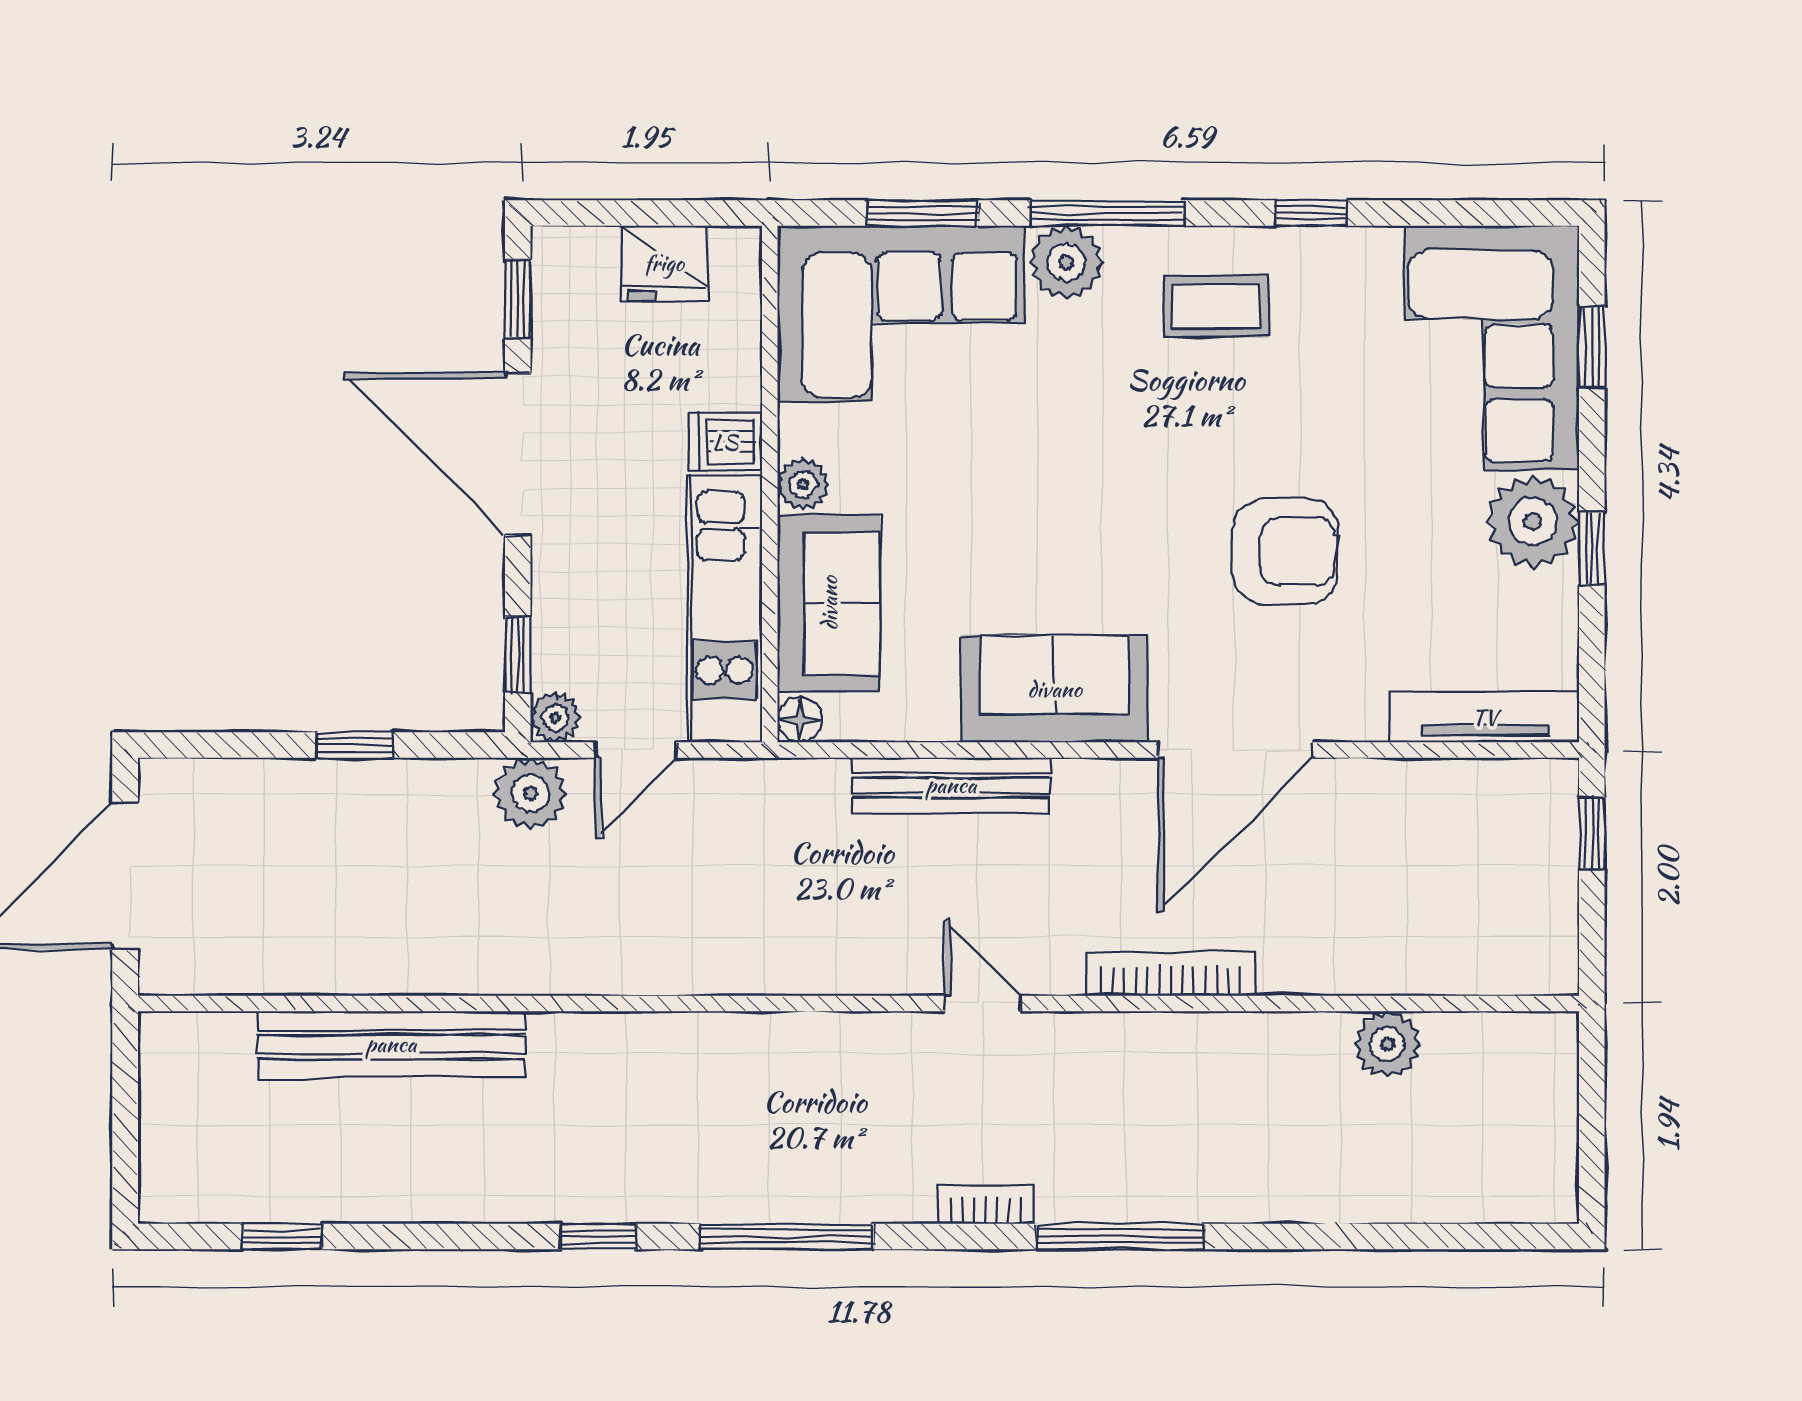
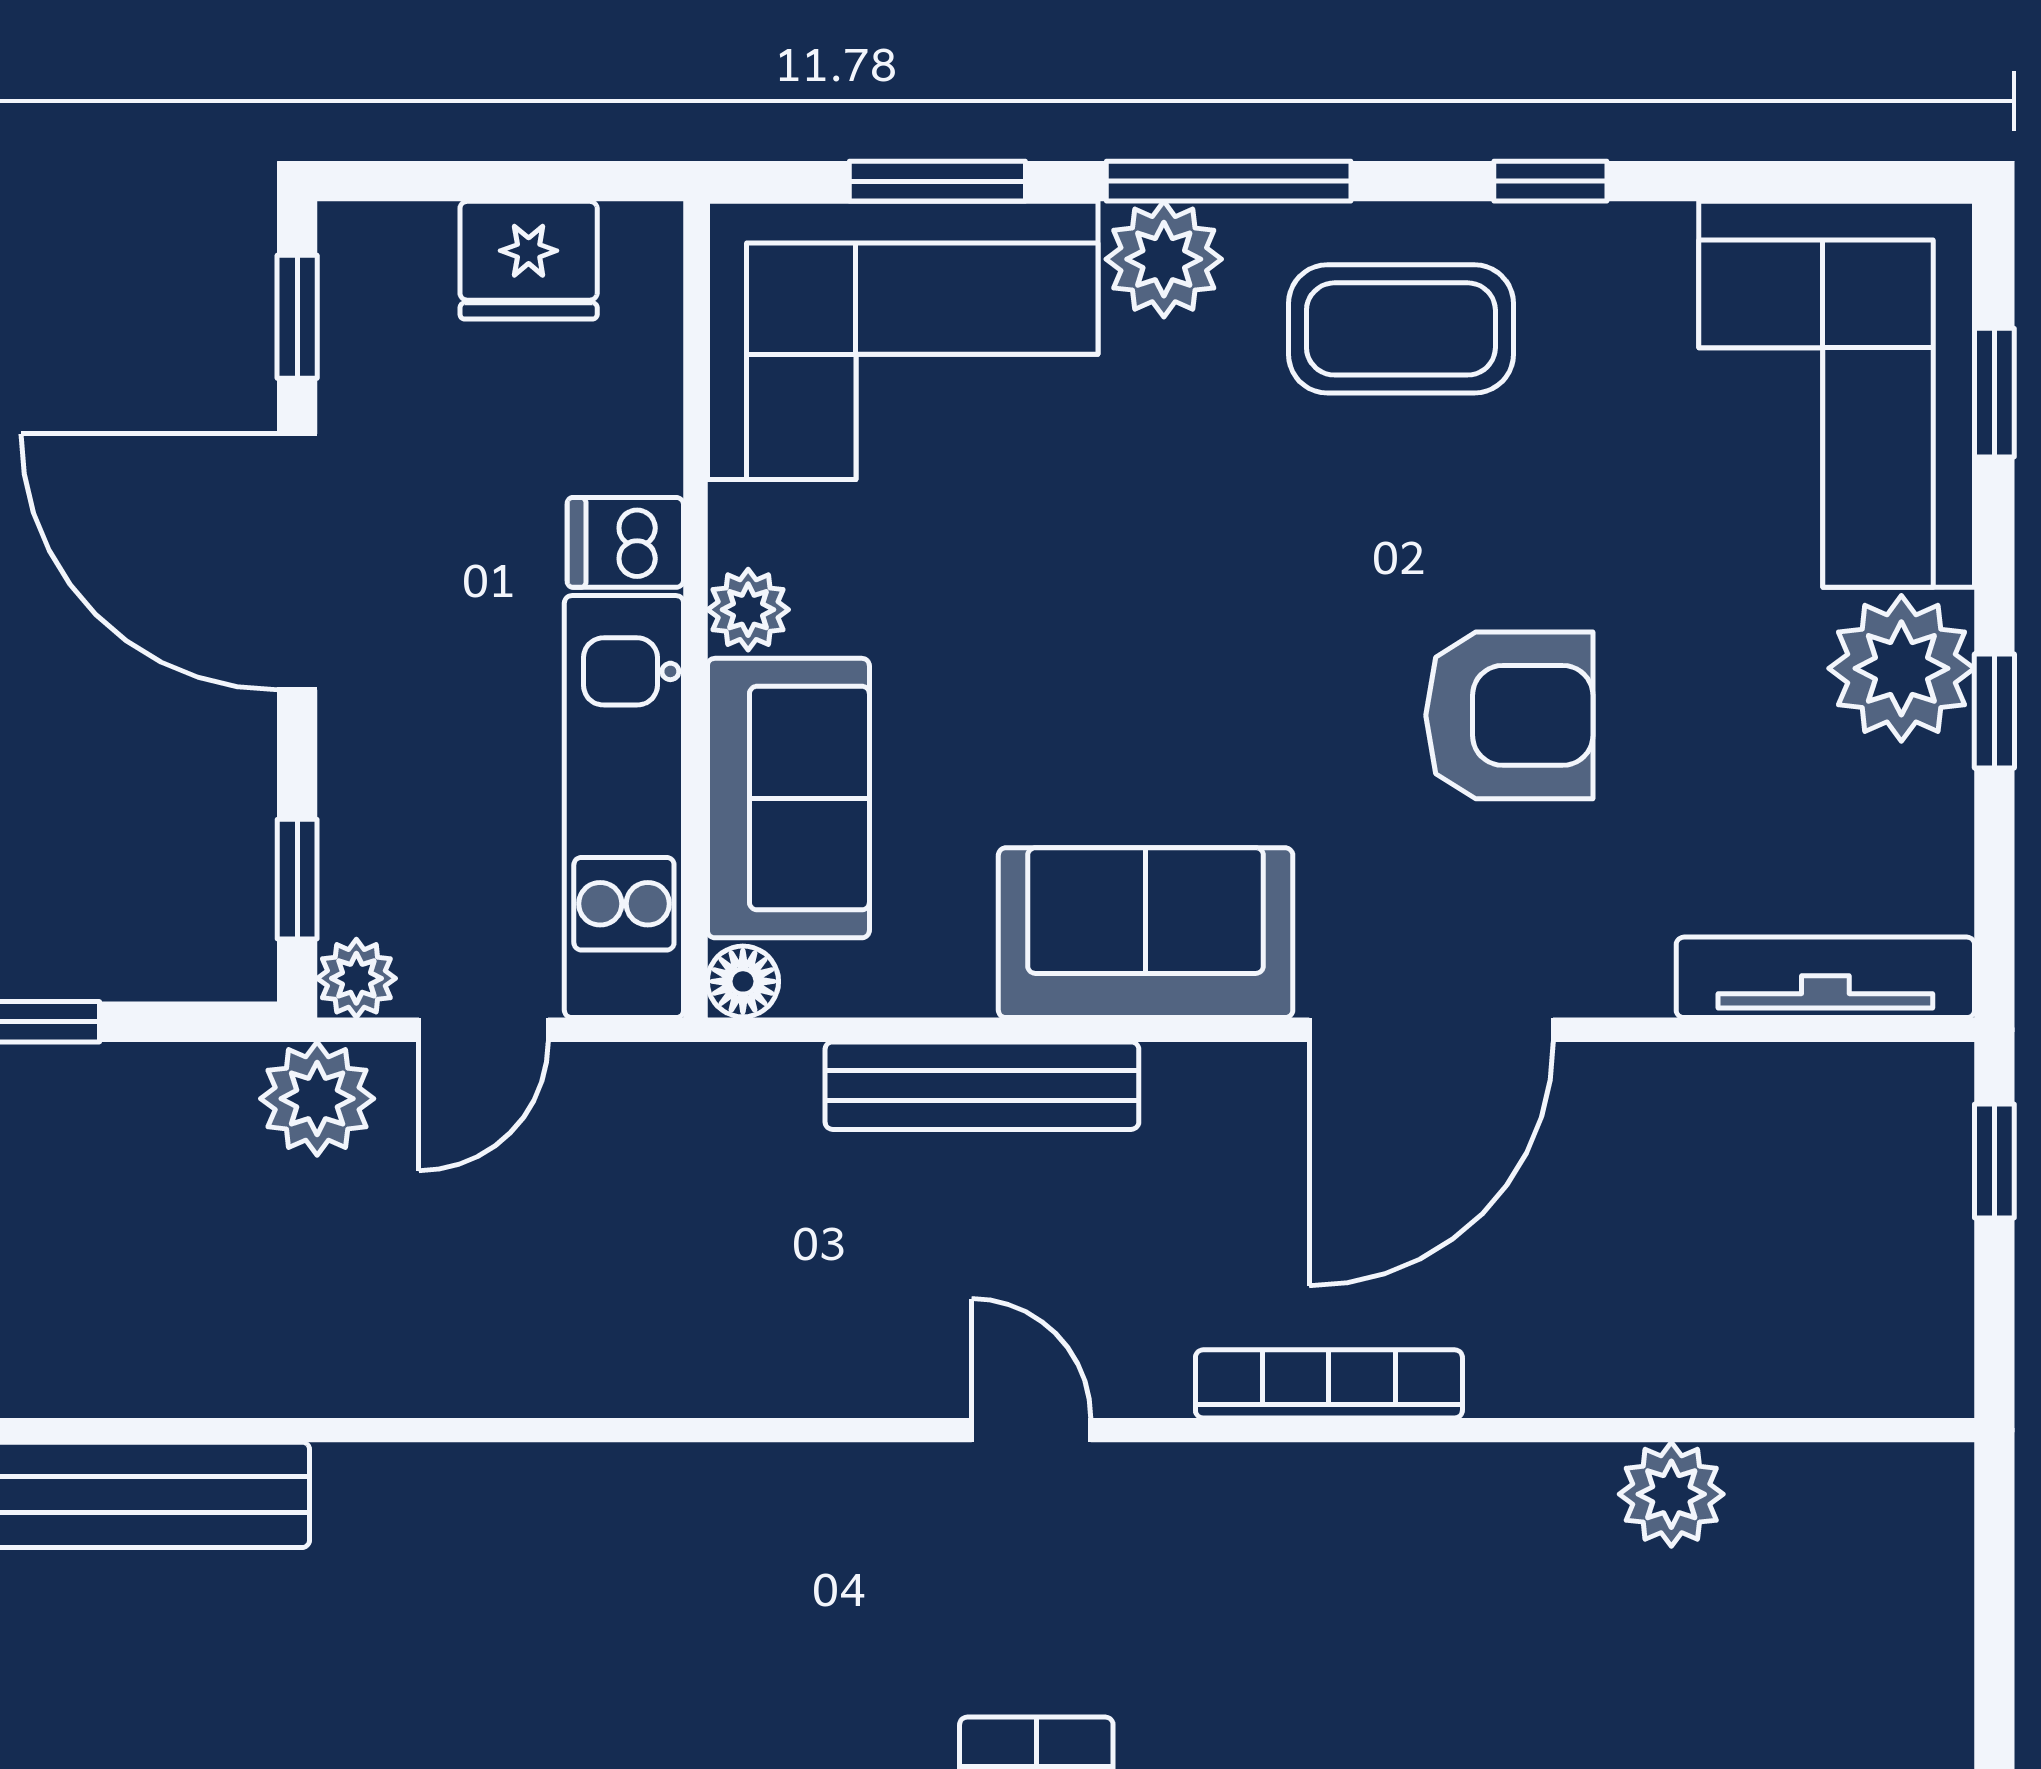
coffee table: (1216, 307) -> (1401, 329), width x1.36, depth x1.30

